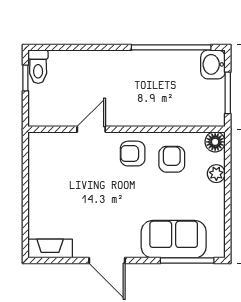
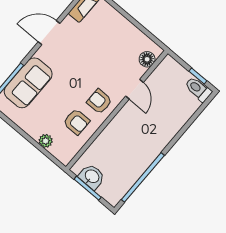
washbasin: (213, 64) -> (92, 177), moved
floor lamp: (215, 142) -> (147, 59), moved
armchair: (133, 154) -> (99, 101), turned -90

